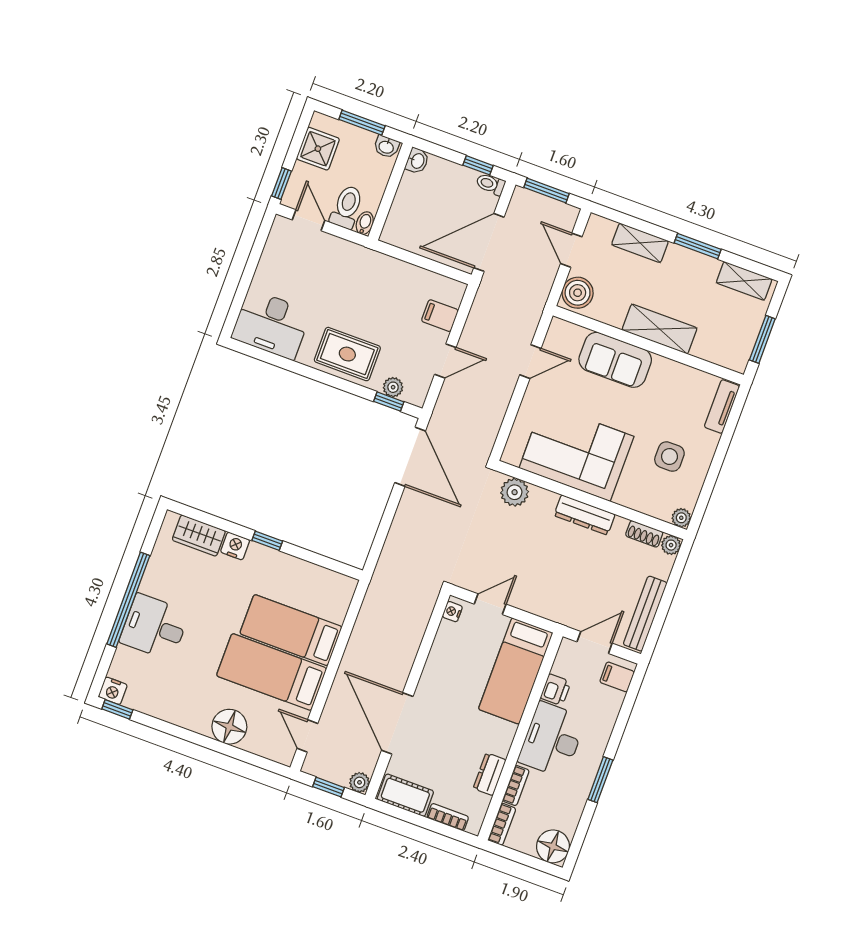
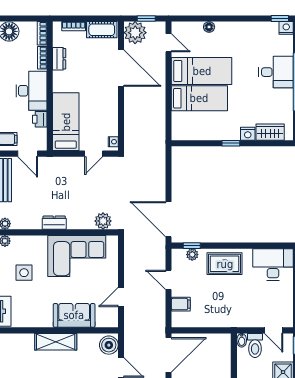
door: (445, 361) -> (169, 280), hinge flipped
dresser: (585, 515) -> (54, 223), width x0.70
shoe rack: (644, 534) -> (22, 224), removed
door: (595, 642) -> (28, 154), hinge flipped
floor lamp: (229, 727) -> (209, 27), width x0.53, depth x0.53
plant: (359, 782) -> (135, 33), width x1.88, depth x1.88

